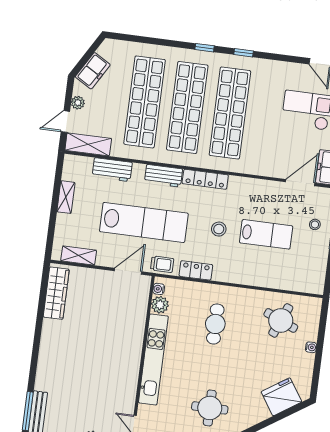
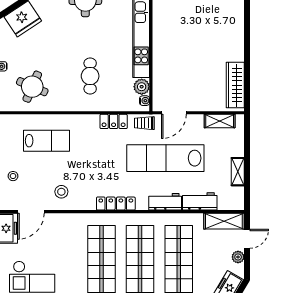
workbench: (164, 176) -> (165, 202), moved
stool: (219, 229) -> (61, 192), moved
lab bench: (266, 234) -> (46, 141), moved, turned 180

